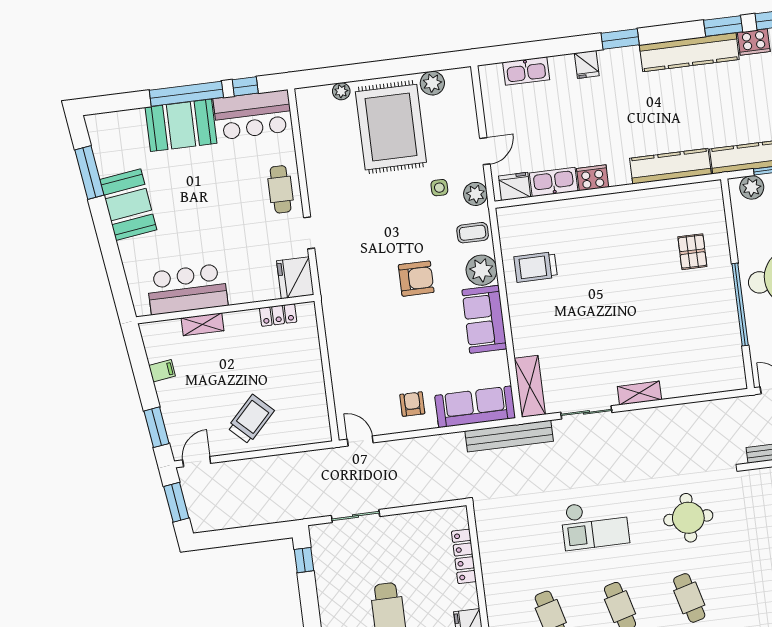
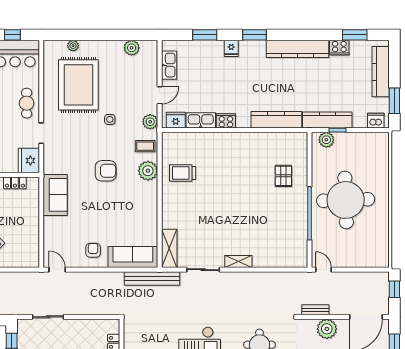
window: (723, 26) -> (205, 35), moved
kitchen sink: (526, 71) -> (169, 65), moved, turned -90
rug: (391, 127) -> (78, 85), moved
side table: (439, 188) -> (110, 119), moved
sofa: (484, 319) -> (55, 195), moved, turned 180

